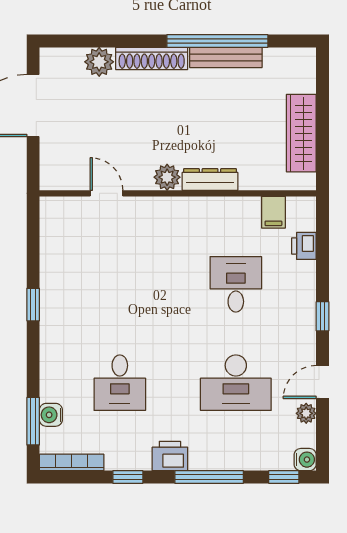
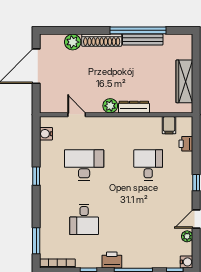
desk: (236, 383) -> (84, 165), moved, turned 180
water cooler: (51, 415) -> (46, 134), moved

